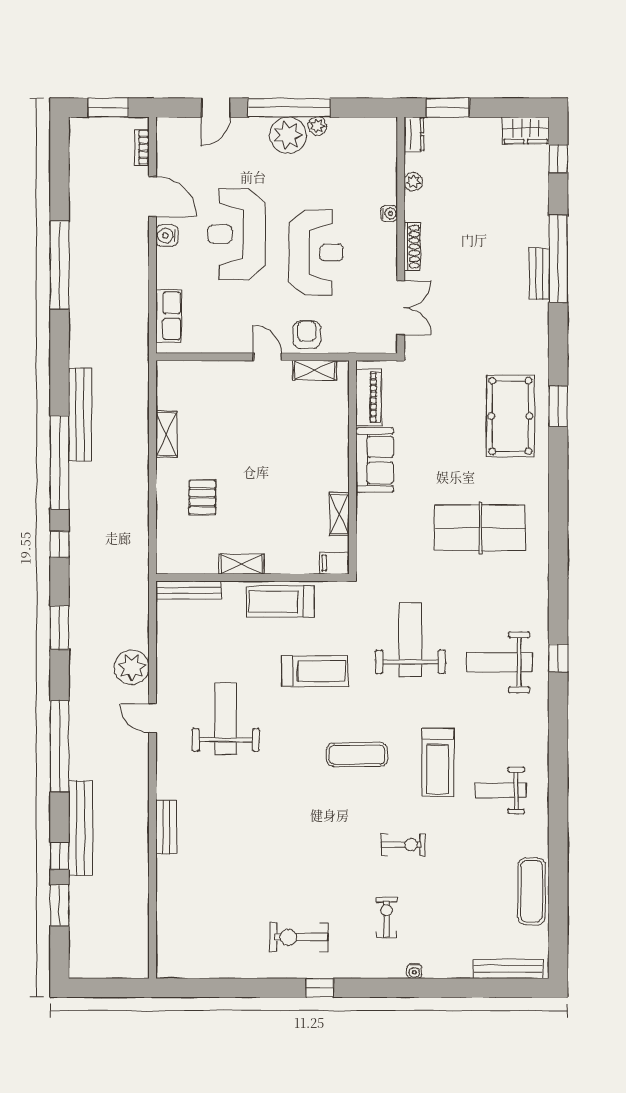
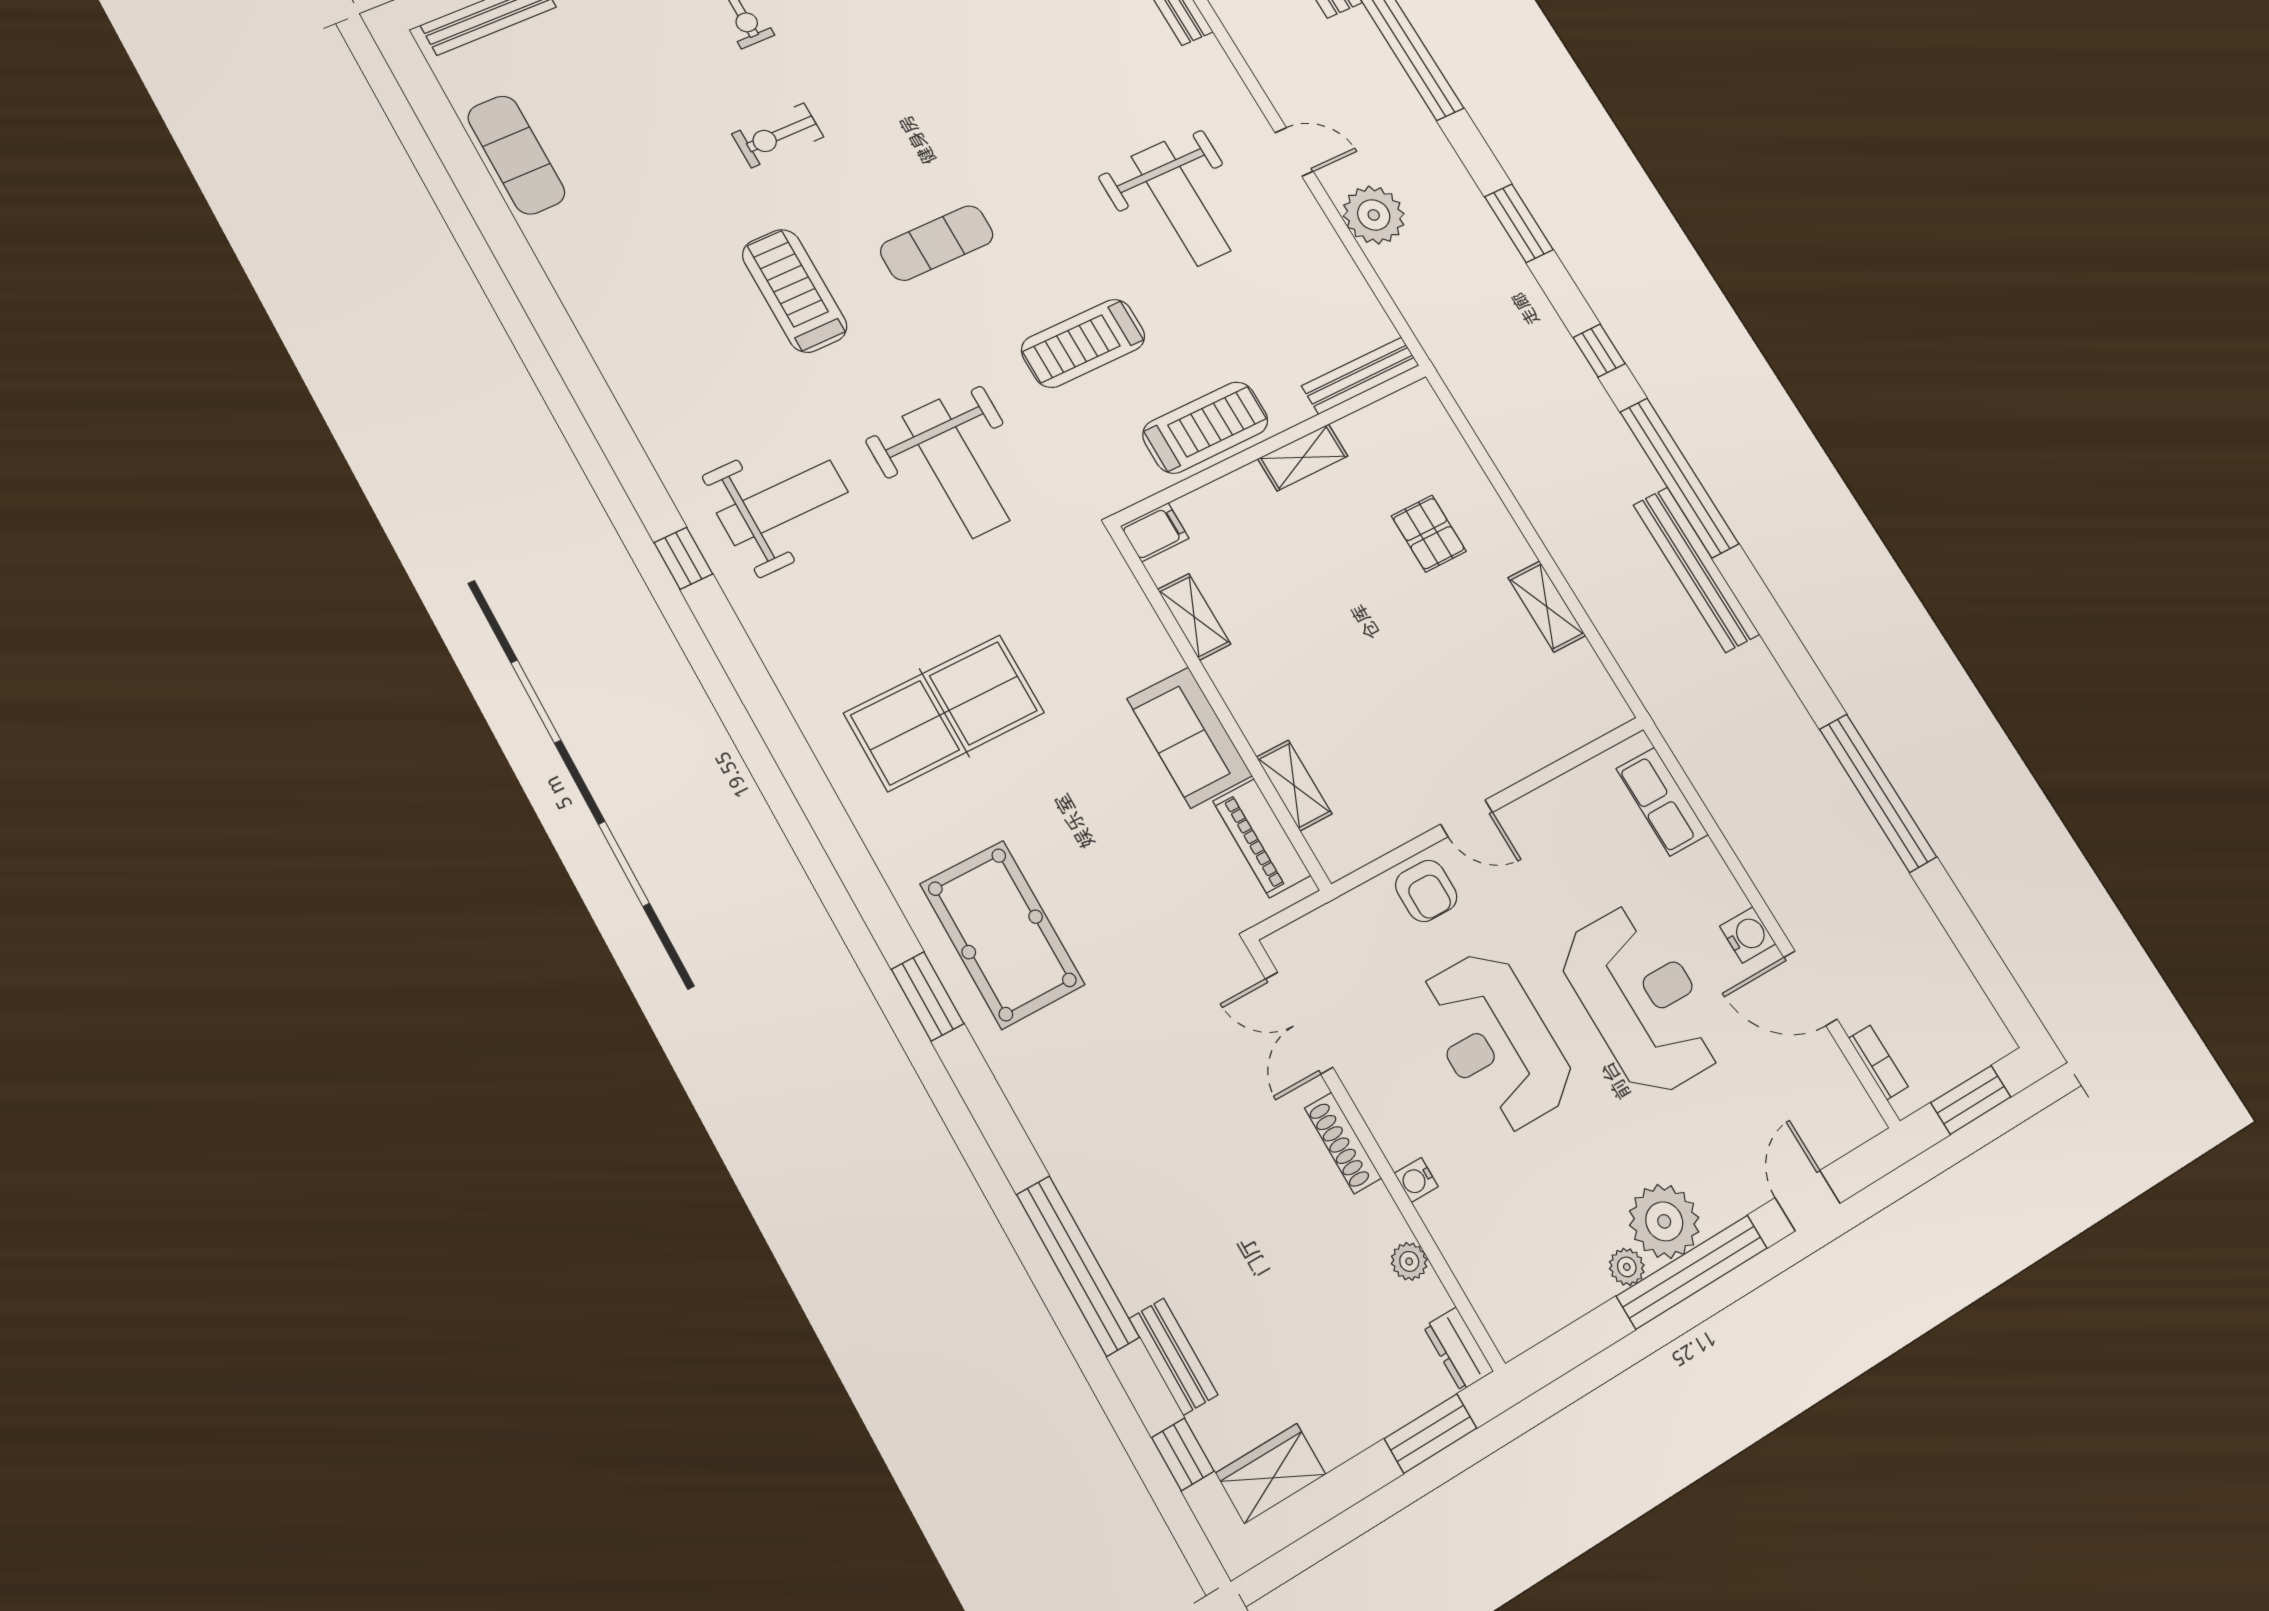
bench: (539, 274) -> (1173, 1357), moved
shelving: (315, 370) -> (1294, 785), moved, turned 90
weight bench: (501, 790) -> (661, 294), removed

